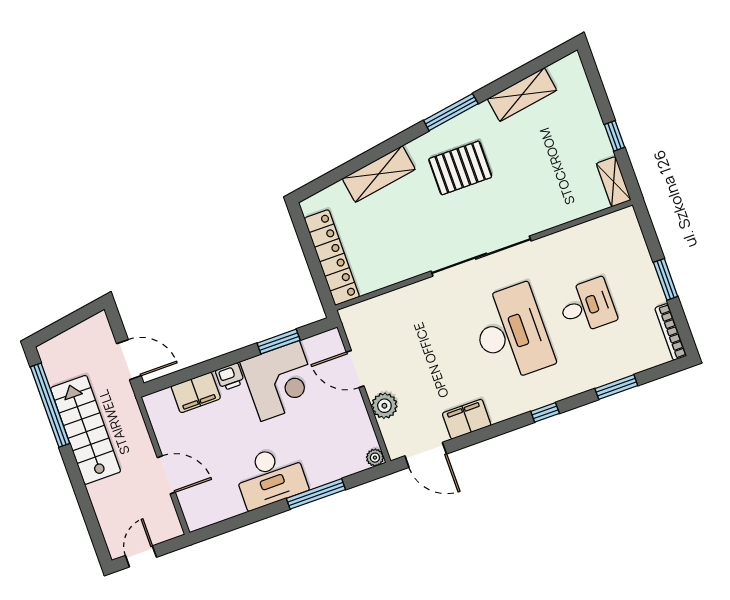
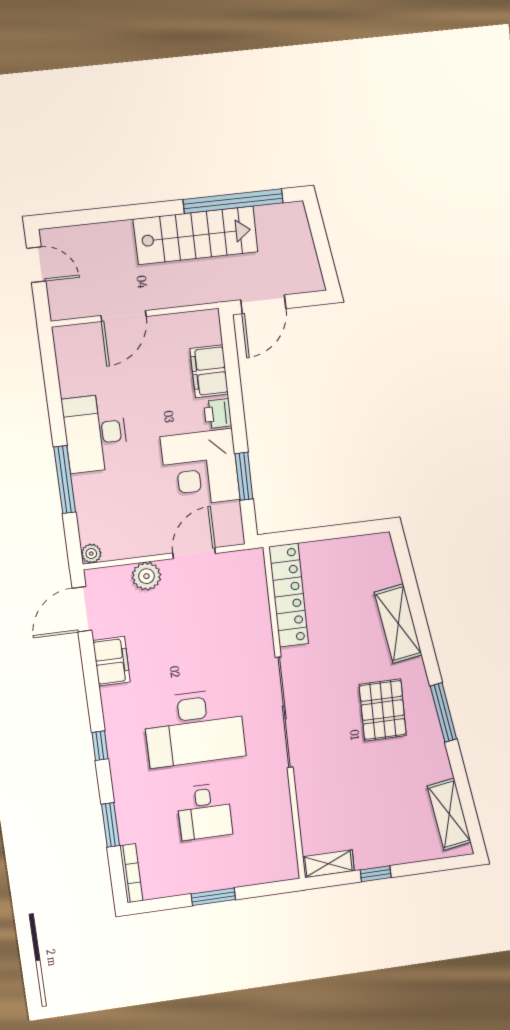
shelving: (522, 95) -> (449, 814), moved
locker: (332, 257) -> (289, 595), moved, turned -90
bookcase: (671, 332) -> (131, 873), moved, turned 90

